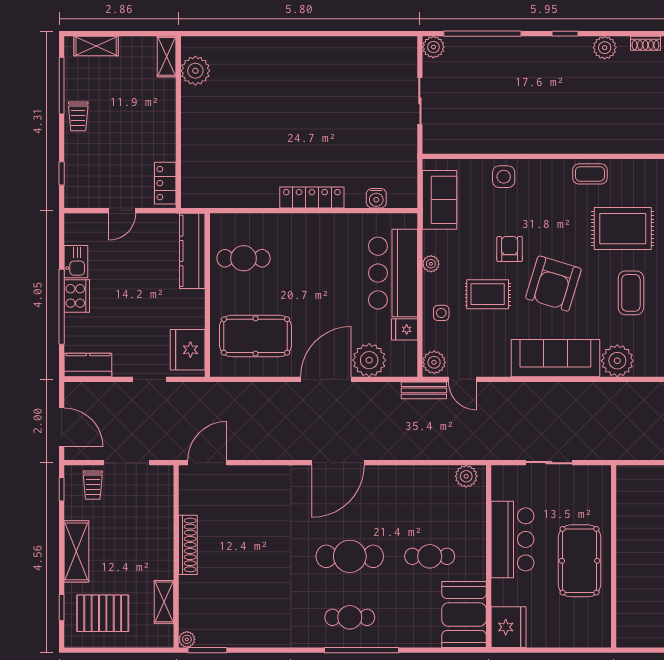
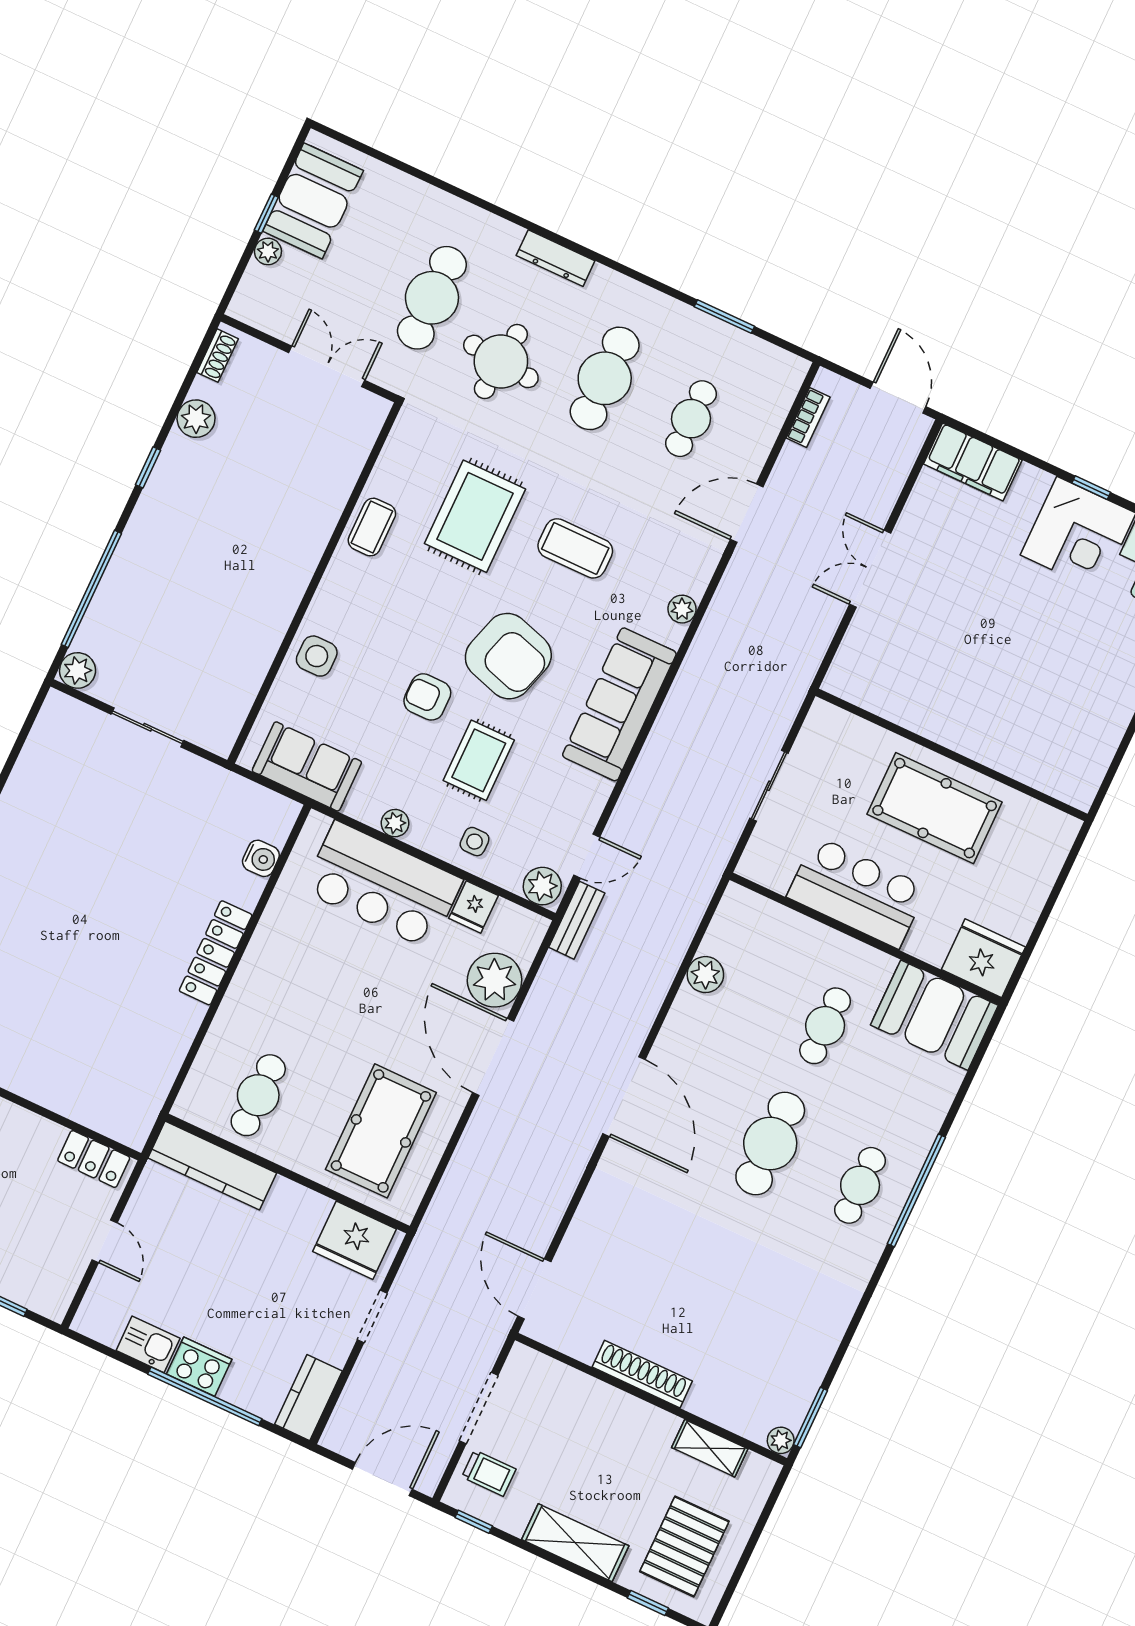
plant: (617, 361) -> (682, 609), width x0.53, depth x0.53
plant: (466, 476) -> (705, 975), moved

